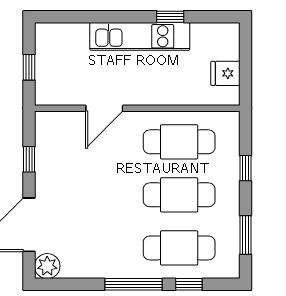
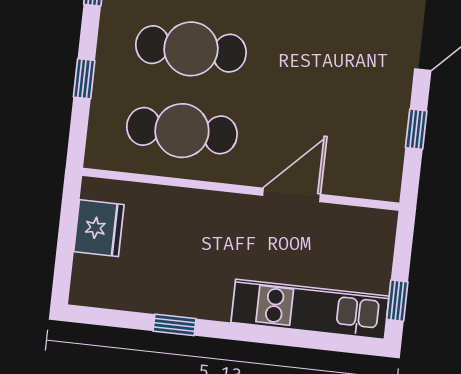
kitchen unit: (140, 36) -> (310, 309), moved
window: (29, 67) -> (397, 301), moved
fridge: (225, 73) -> (99, 228), width x1.38

